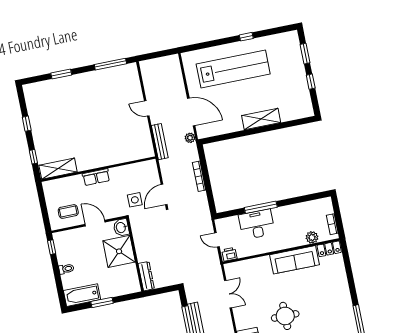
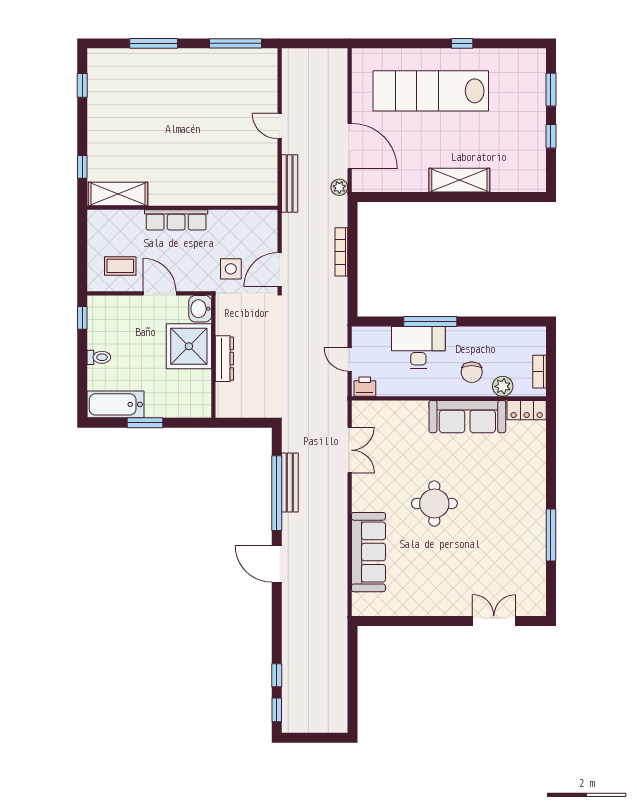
lab bench: (233, 69) -> (431, 91), turned 180
window: (61, 74) -> (154, 43), width x1.44
window: (27, 124) -> (82, 85), moved
row of seats: (96, 177) -> (176, 220), width x1.48
chair: (292, 233) -> (472, 372), added
dresser: (146, 276) -> (224, 359), moved

